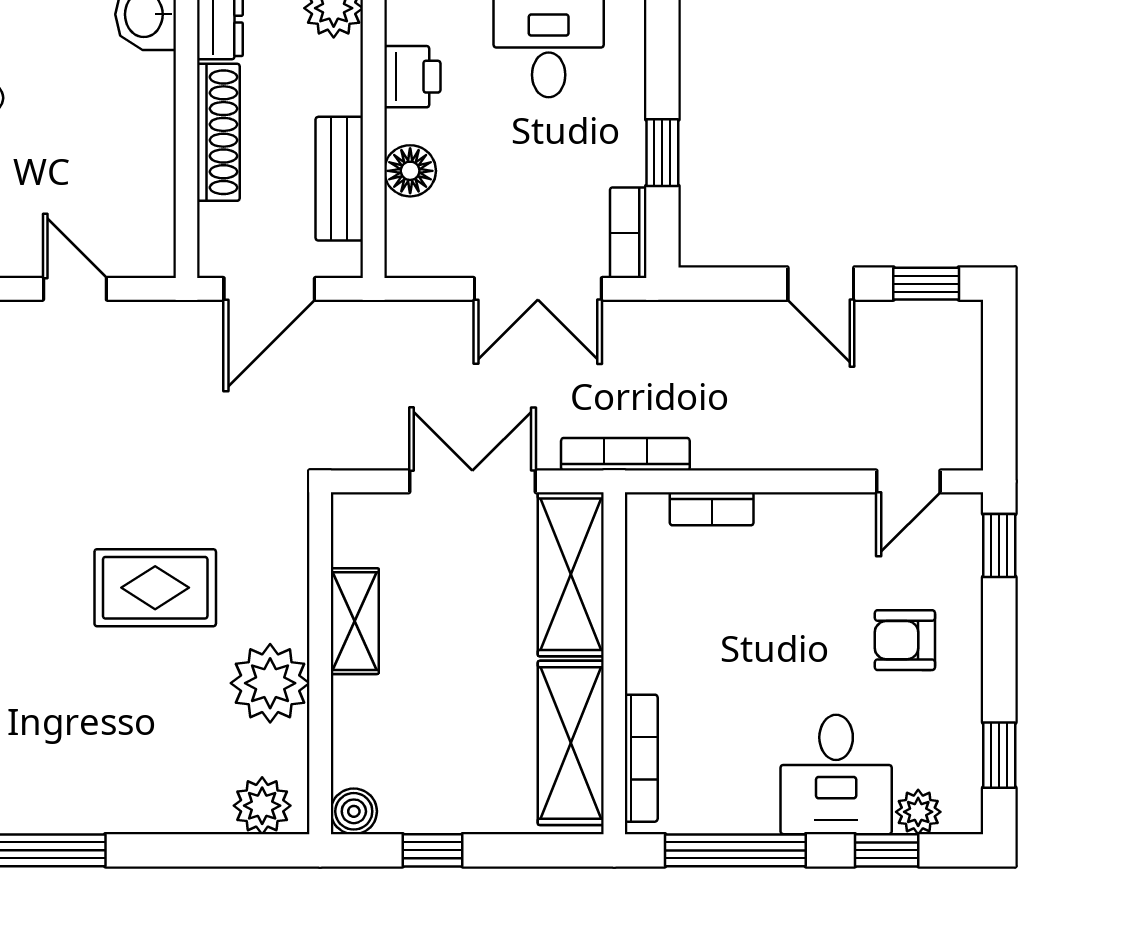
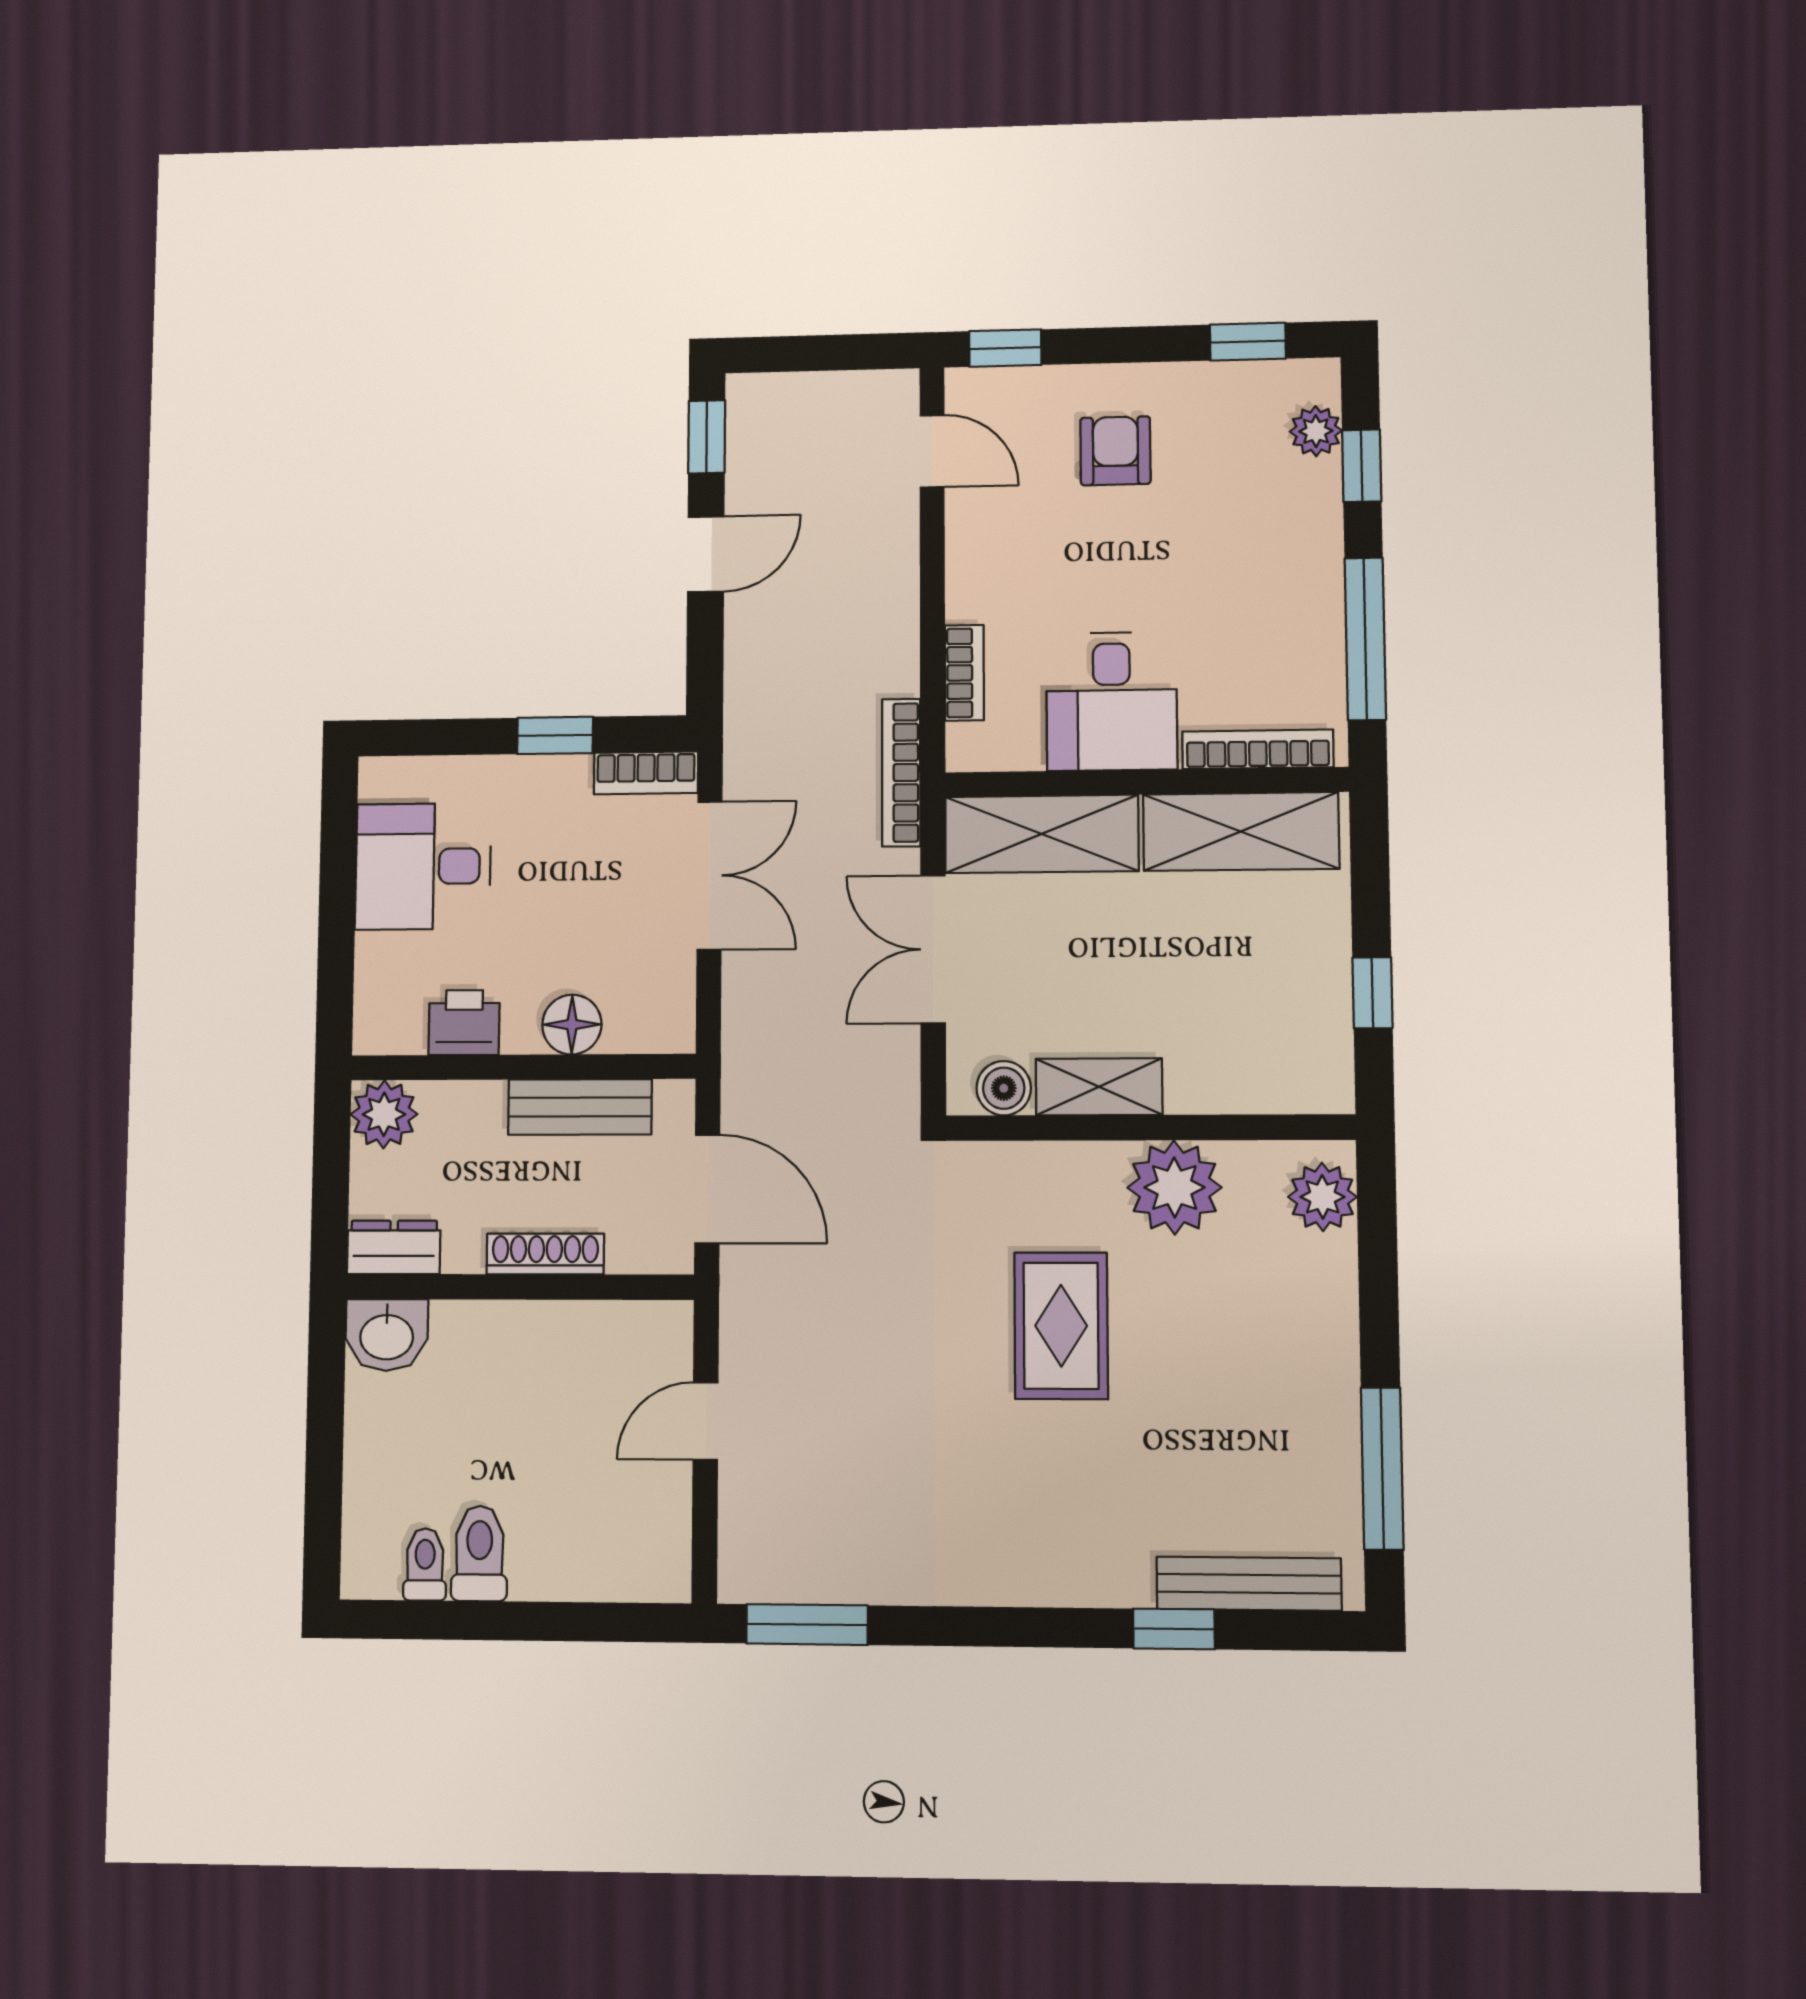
shoe rack: (218, 132) -> (545, 1254), width x0.74, depth x0.81
armchair: (905, 640) -> (1115, 451), turned 180
desk: (836, 774) -> (1112, 701), moved, turned 90
boiler: (354, 811) -> (1004, 1088), moved

